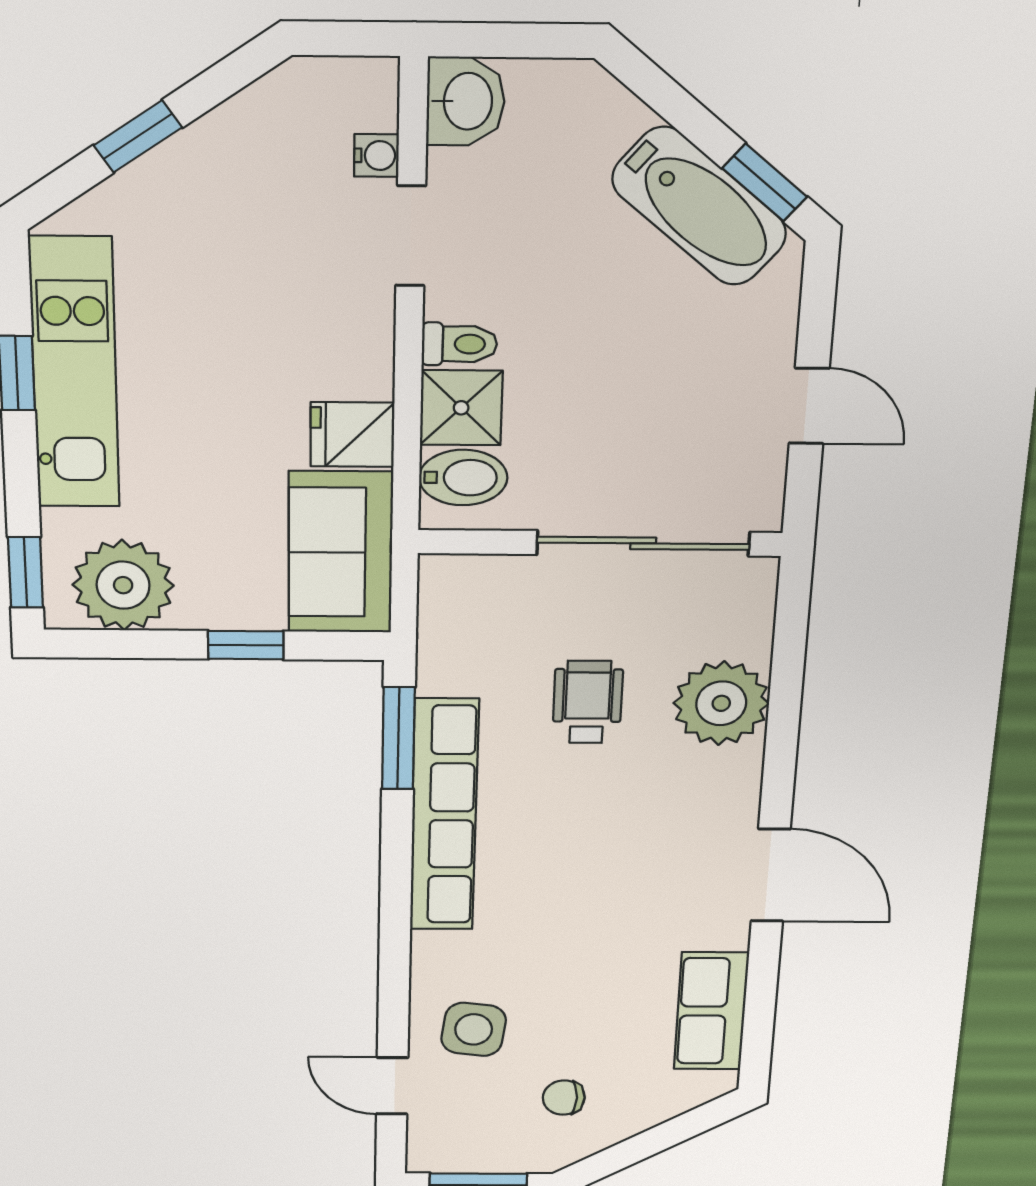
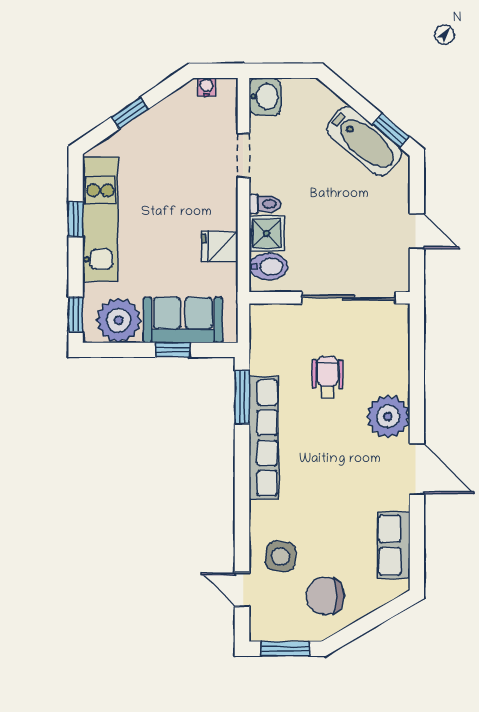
water cooler: (376, 155) -> (207, 87), moved, turned -90
sofa: (340, 553) -> (183, 320), moved, turned 90
plant: (721, 703) -> (388, 416), moved
chair: (564, 1098) -> (325, 596), width x1.87, depth x1.87

